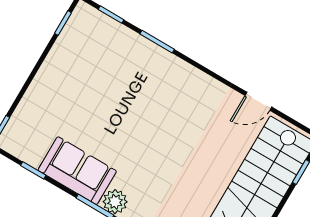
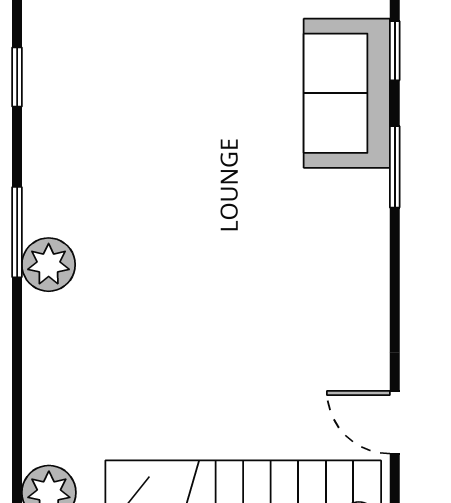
sofa: (77, 171) -> (347, 93), moved, turned 180

